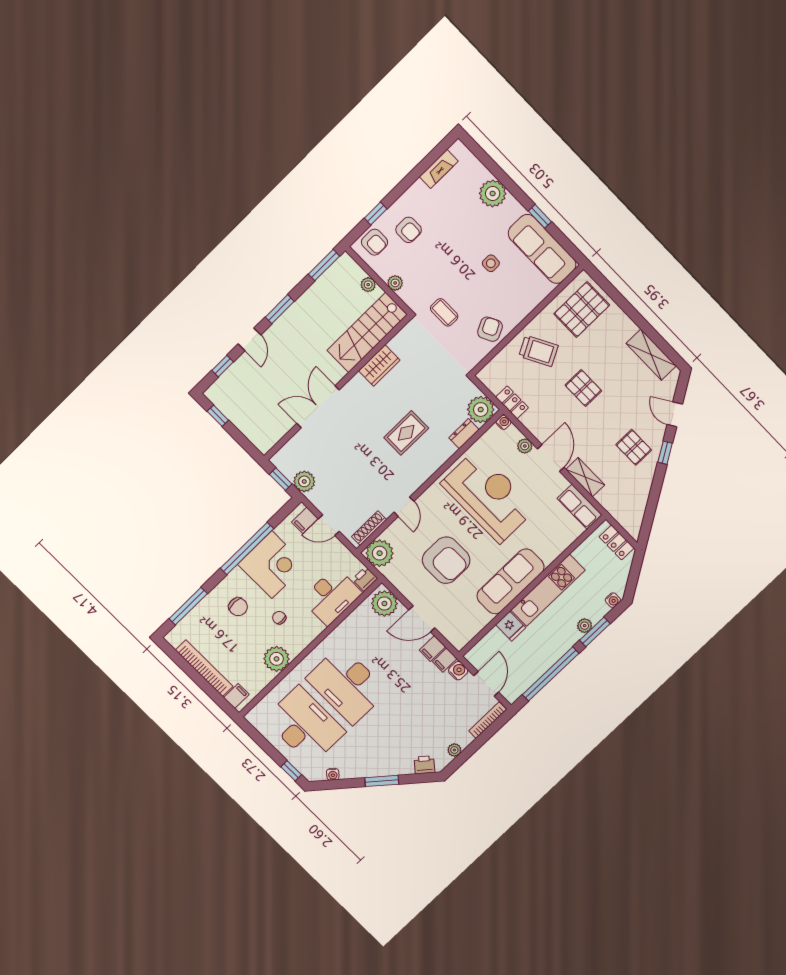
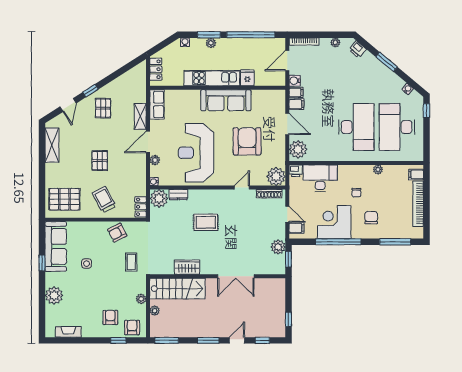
locker: (512, 402) -> (141, 207), moved
plant: (277, 659) -> (378, 169), width x0.53, depth x0.53

